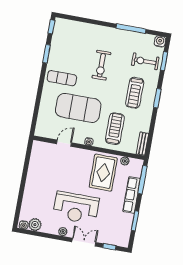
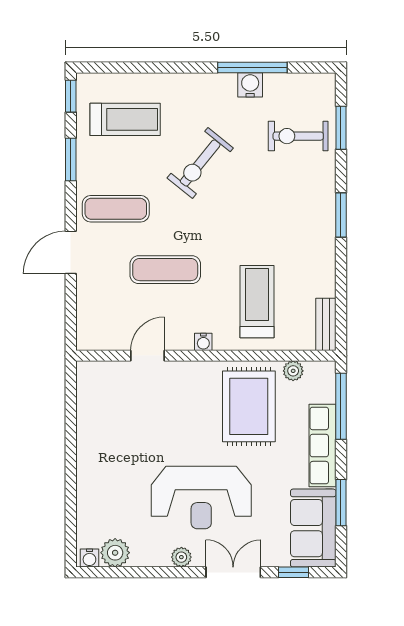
water cooler: (160, 42) -> (250, 85), moved
exercise bike: (101, 65) -> (200, 163), turned 39
door: (39, 93) -> (71, 252), added
treadmill: (135, 93) -> (125, 119), moved, turned -90
exercise mat: (78, 108) -> (165, 270), width x0.50, depth x0.69
sofa: (121, 229) -> (313, 528), added

